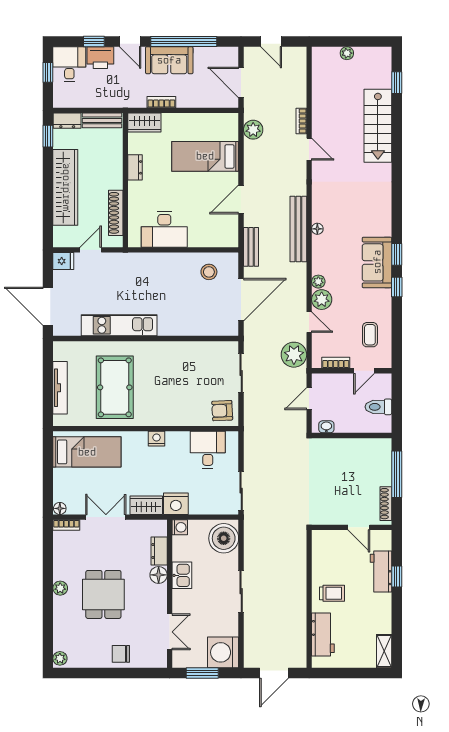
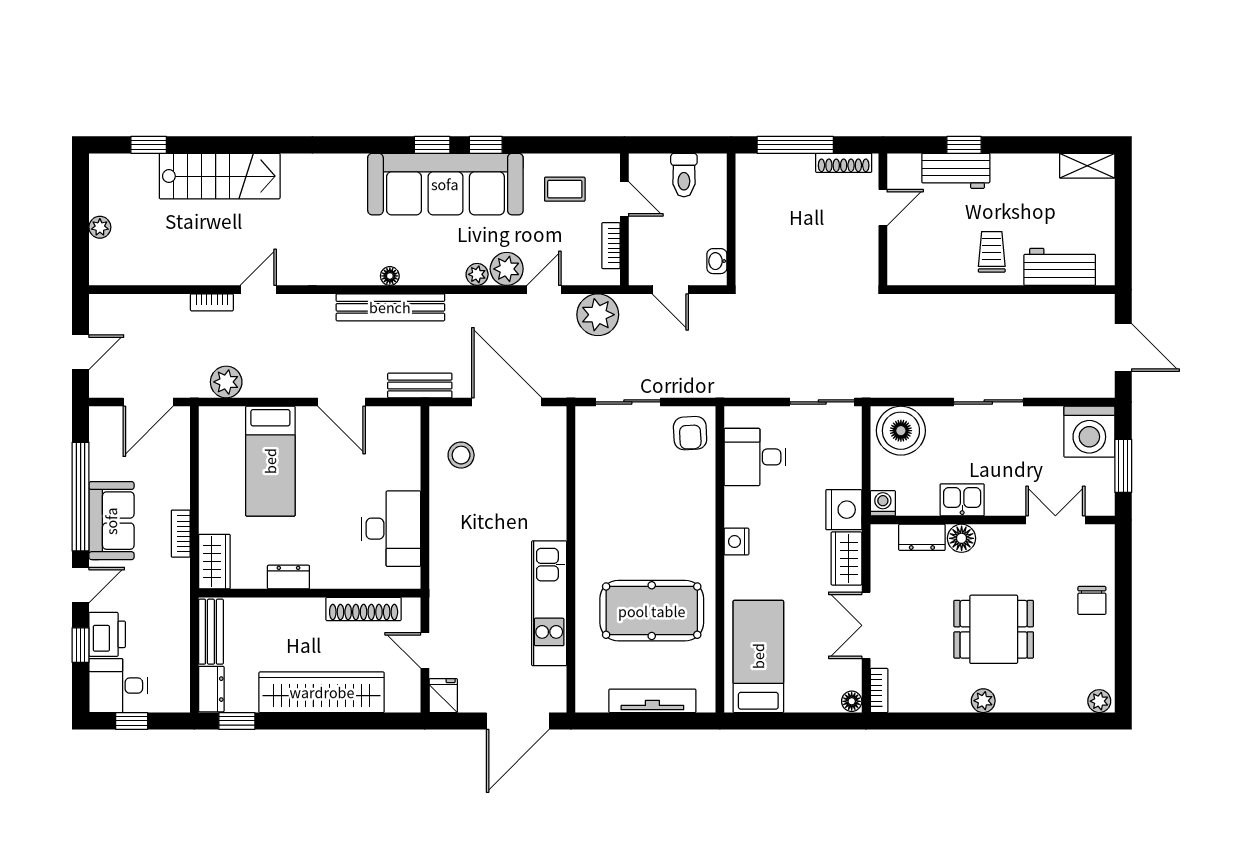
sofa: (377, 262) -> (445, 184), width x1.85, depth x1.27

